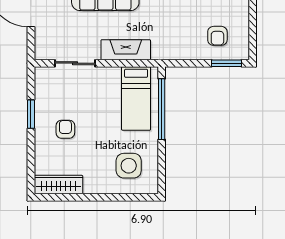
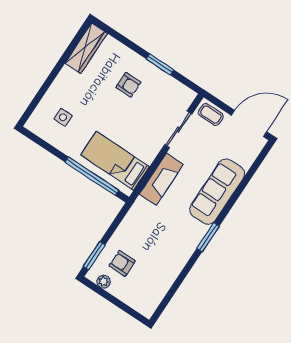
plant: (243, 41) -> (104, 282), added
coffee table: (45, 44) -> (211, 114), added
side table: (129, 166) -> (63, 117), width x0.54, depth x0.54

